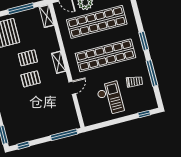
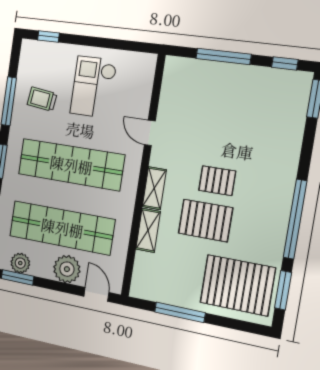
shelving: (47, 16) -> (148, 230), moved
pallet: (28, 58) -> (205, 221), width x1.50, depth x1.42
door: (72, 88) -> (150, 133), hinge flipped
window: (64, 135) -> (223, 56), moved

